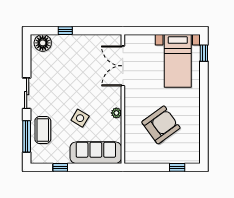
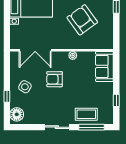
armchair: (87, 90) -> (55, 79), added
side table: (80, 118) -> (25, 87), moved
sofa: (96, 153) -> (104, 66), width x0.73

